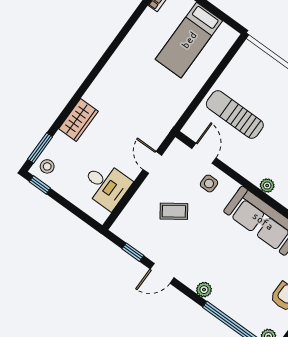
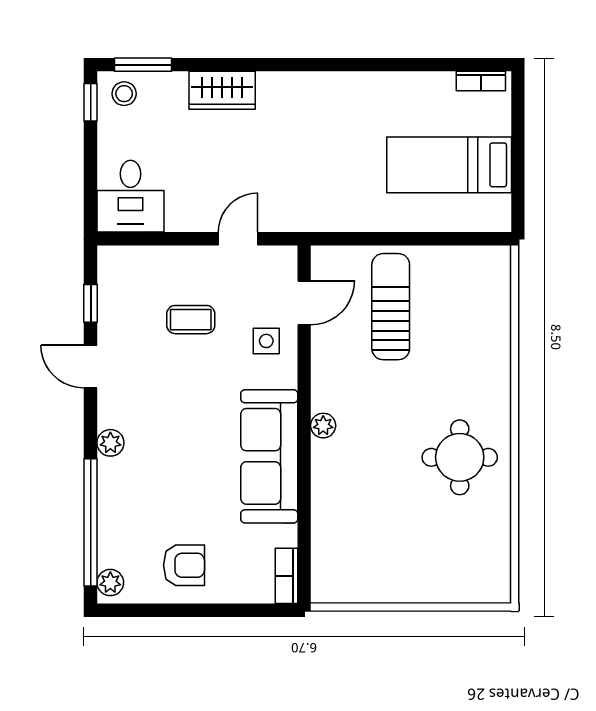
desk: (106, 185) -> (130, 196), moved
coffee table: (174, 211) -> (191, 320), turned -55

